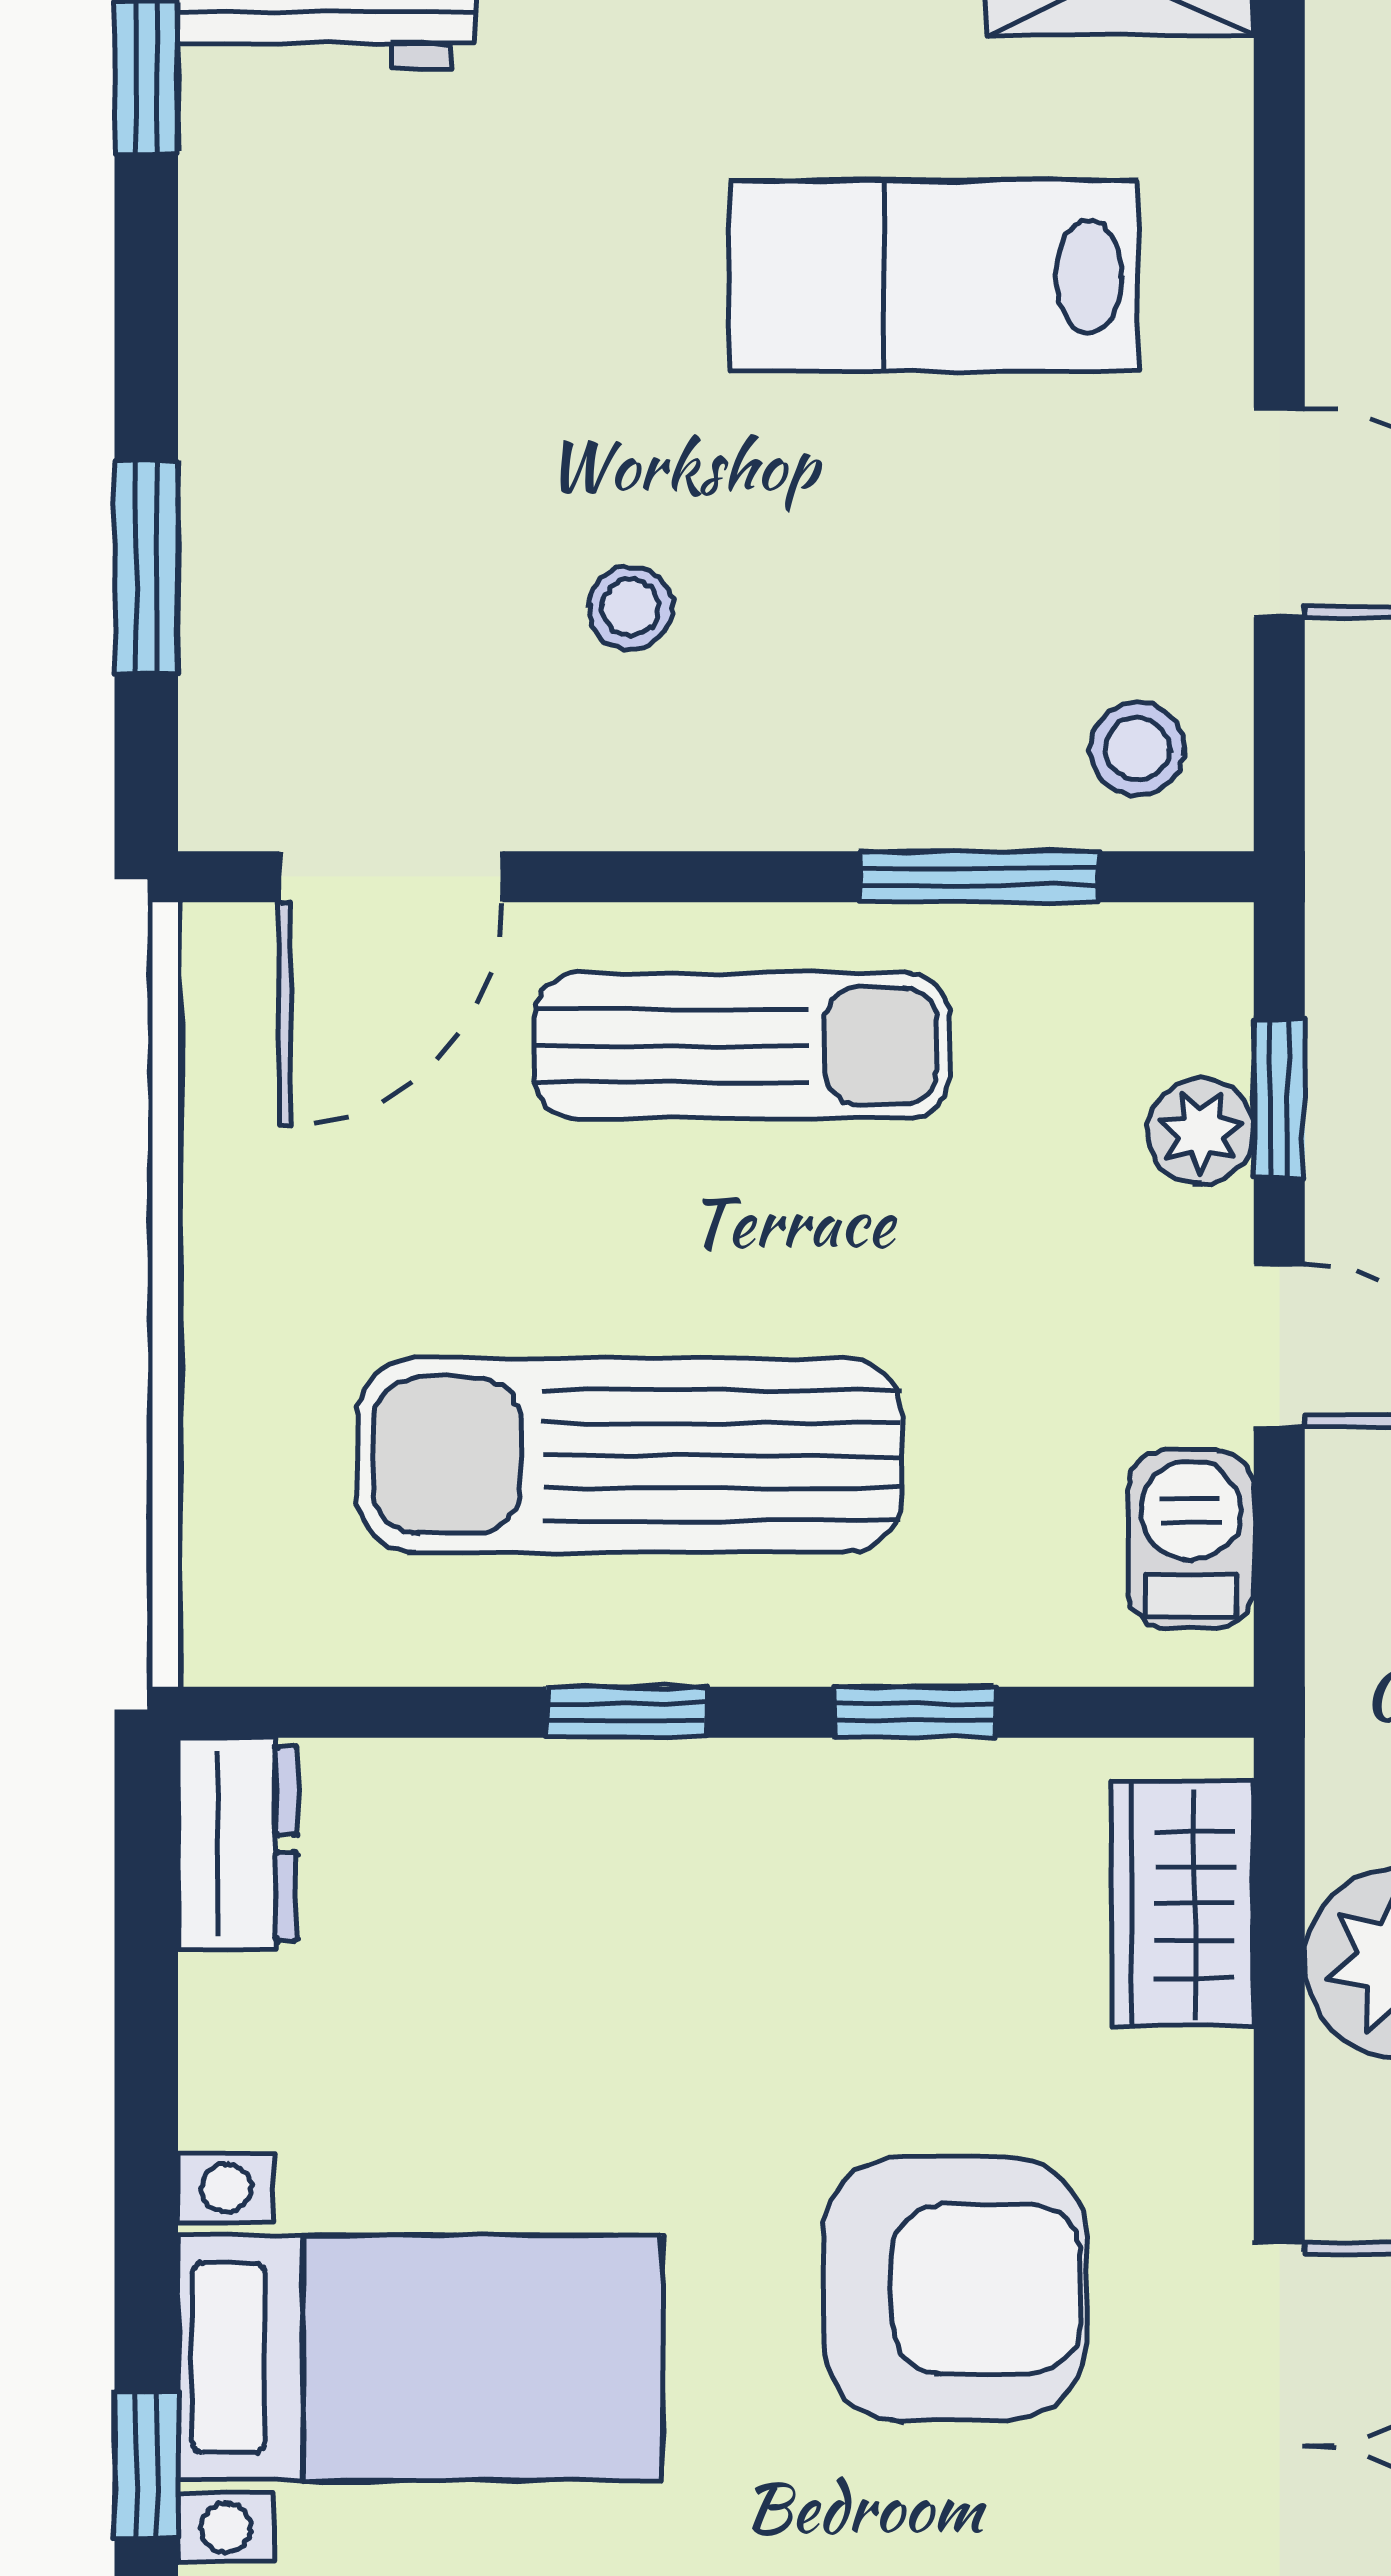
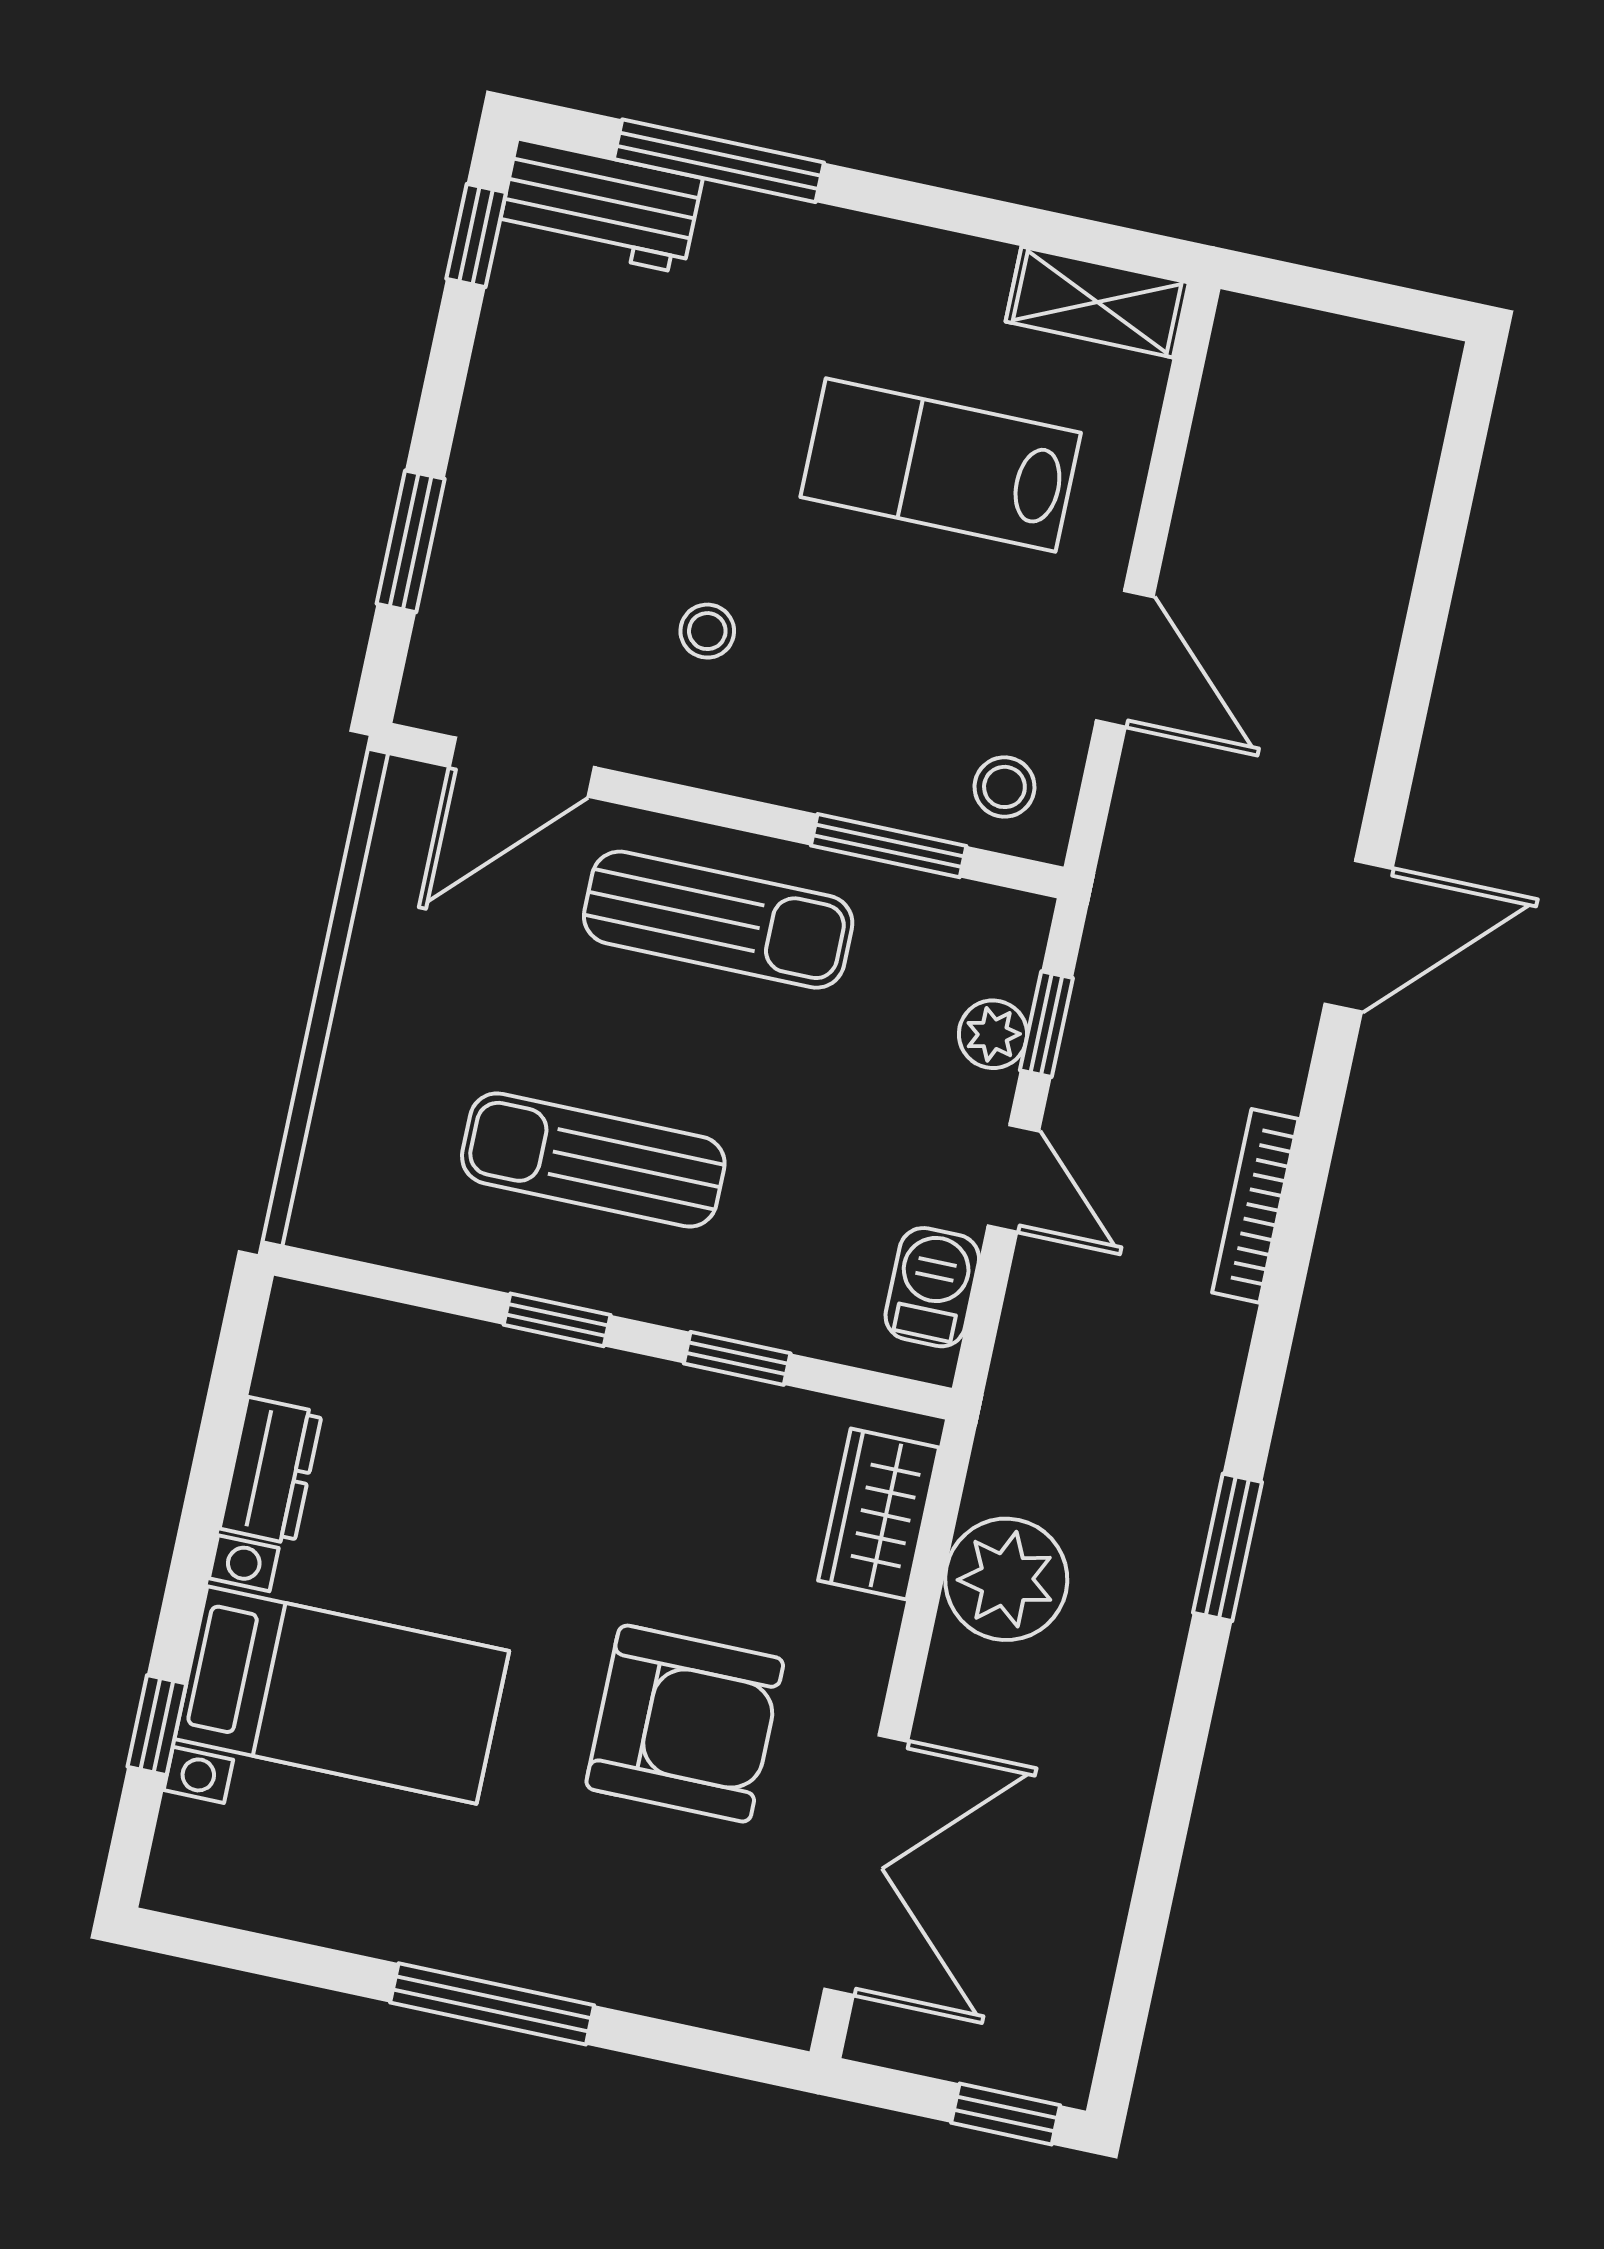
sun lounger: (629, 1455) -> (593, 1160), width x0.73, depth x0.75
dresser: (237, 1843) -> (271, 1471), moved

